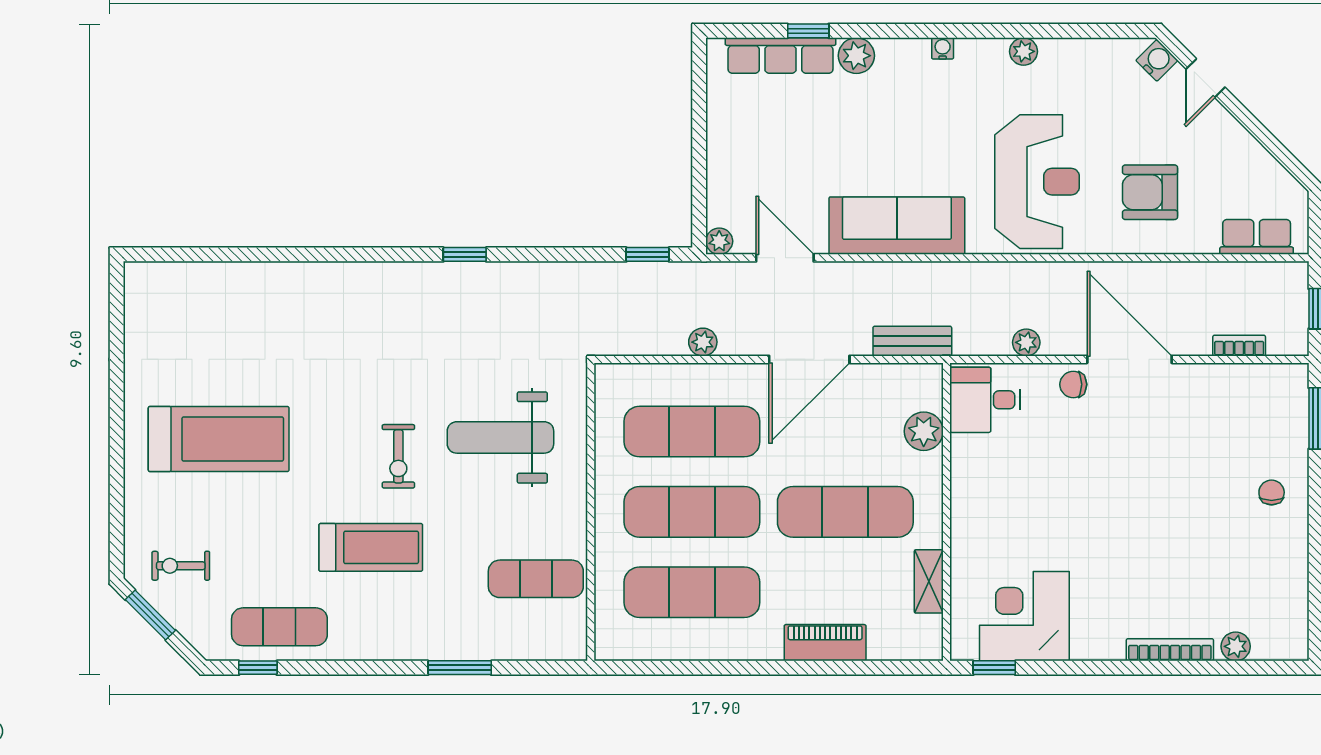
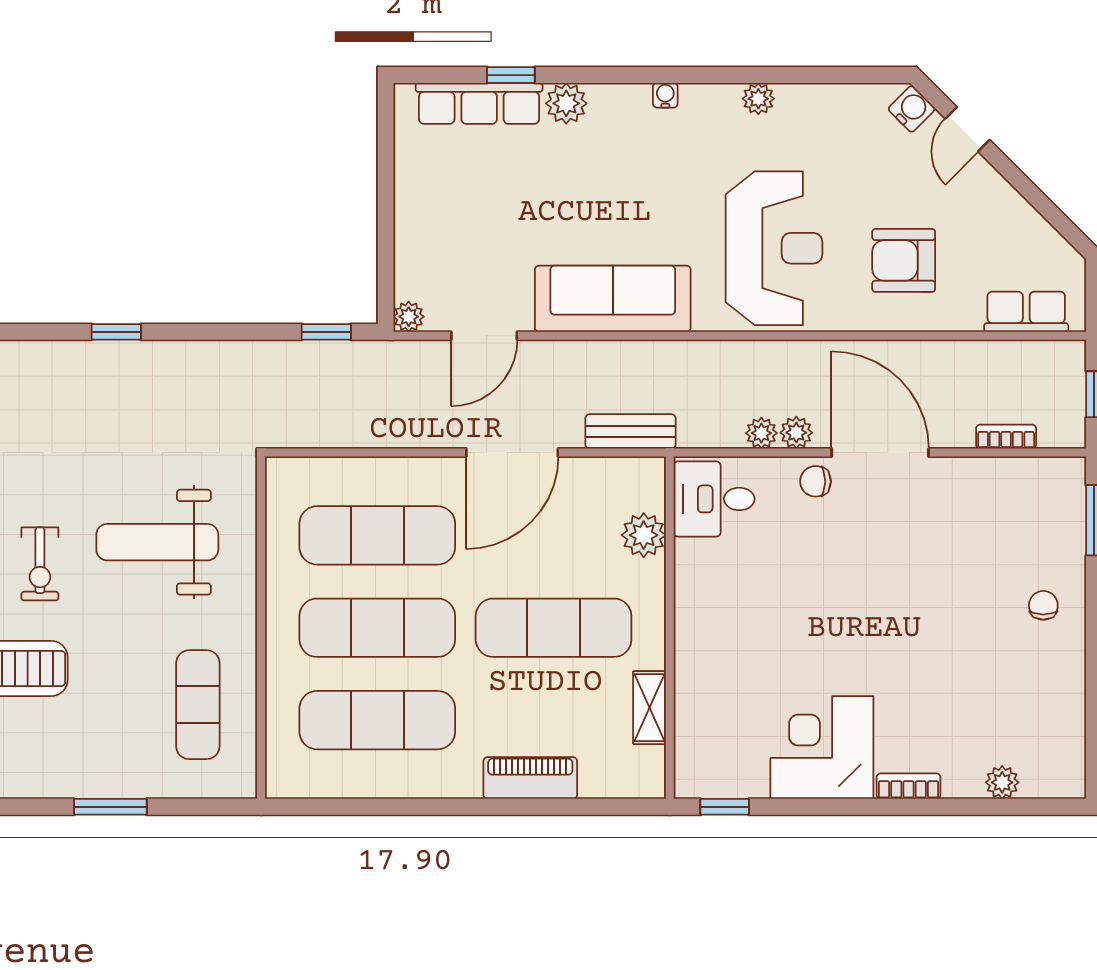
door: (785, 258) -> (484, 336), swing flipped
plant: (703, 342) -> (796, 433), moved
exercise mat: (536, 579) -> (198, 705), turned 90
corner desk: (1024, 616) -> (822, 748), moved
bookcase: (1170, 650) -> (908, 786), width x0.64

